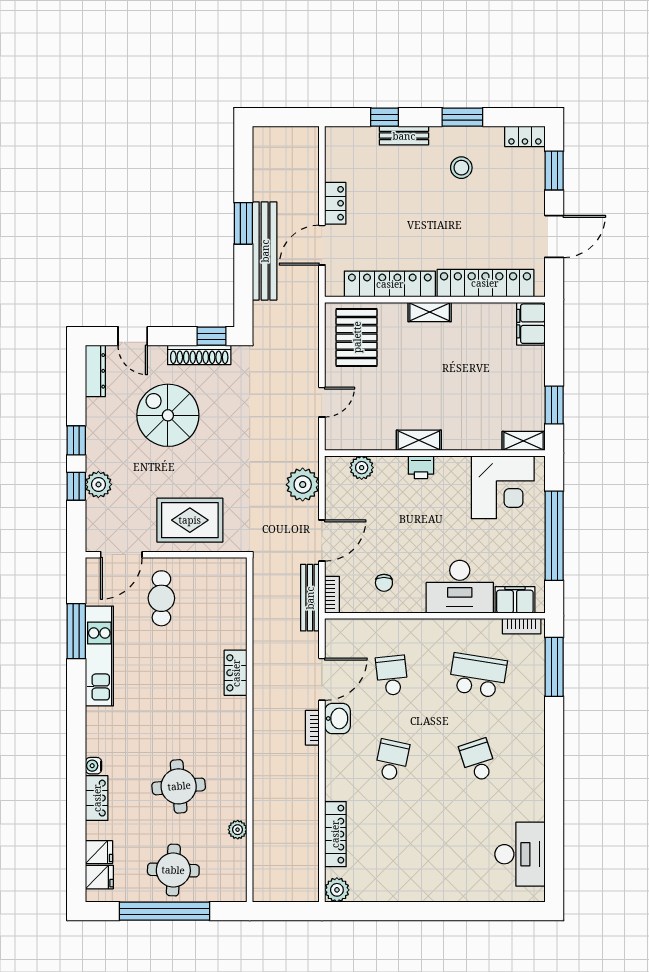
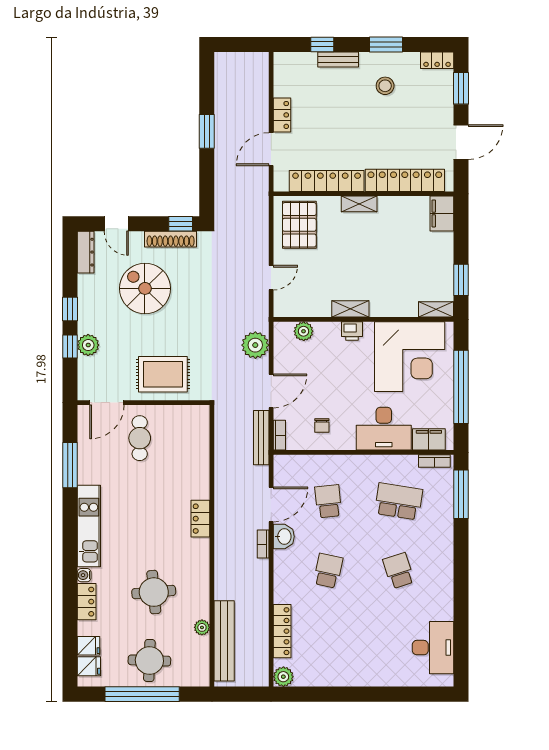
bench: (265, 251) -> (224, 641), moved
corner desk: (503, 487) -> (410, 357), width x1.36, depth x1.36
kitchen unit: (99, 656) -> (89, 526), moved
locker: (236, 673) -> (200, 519), moved

